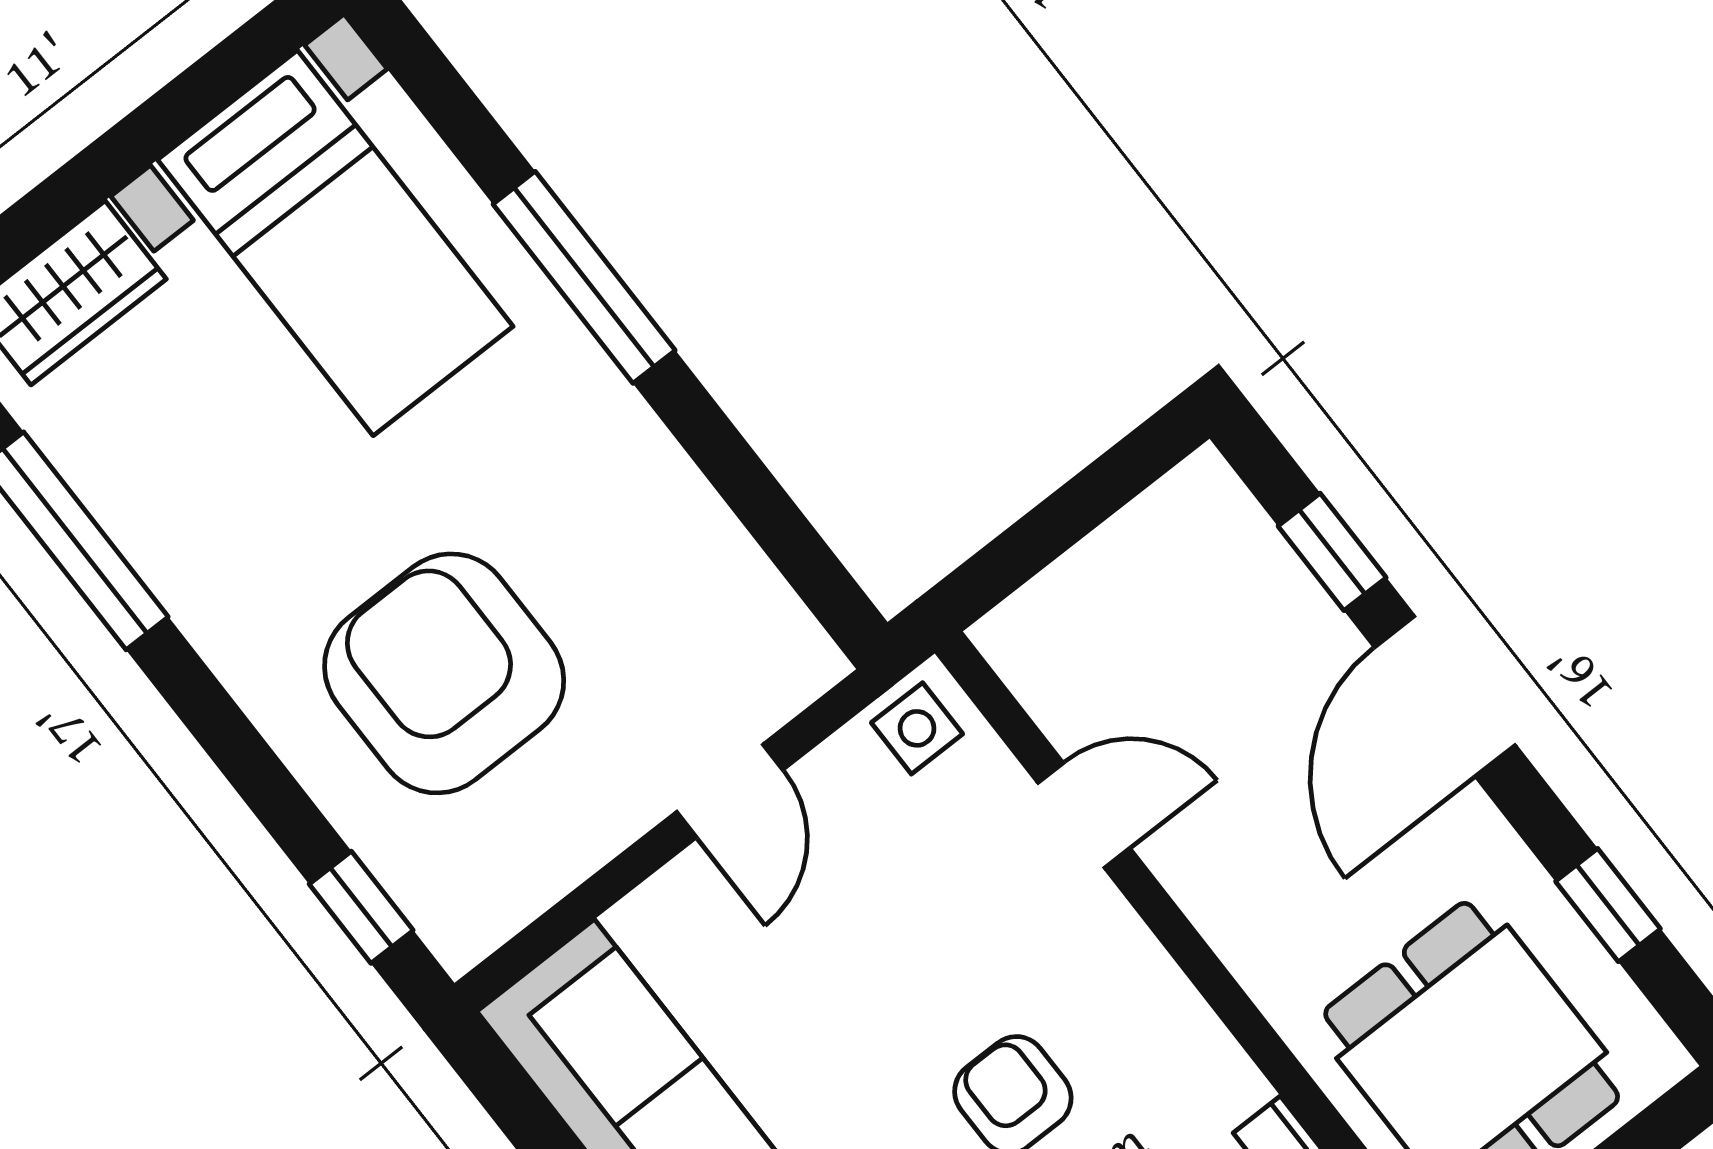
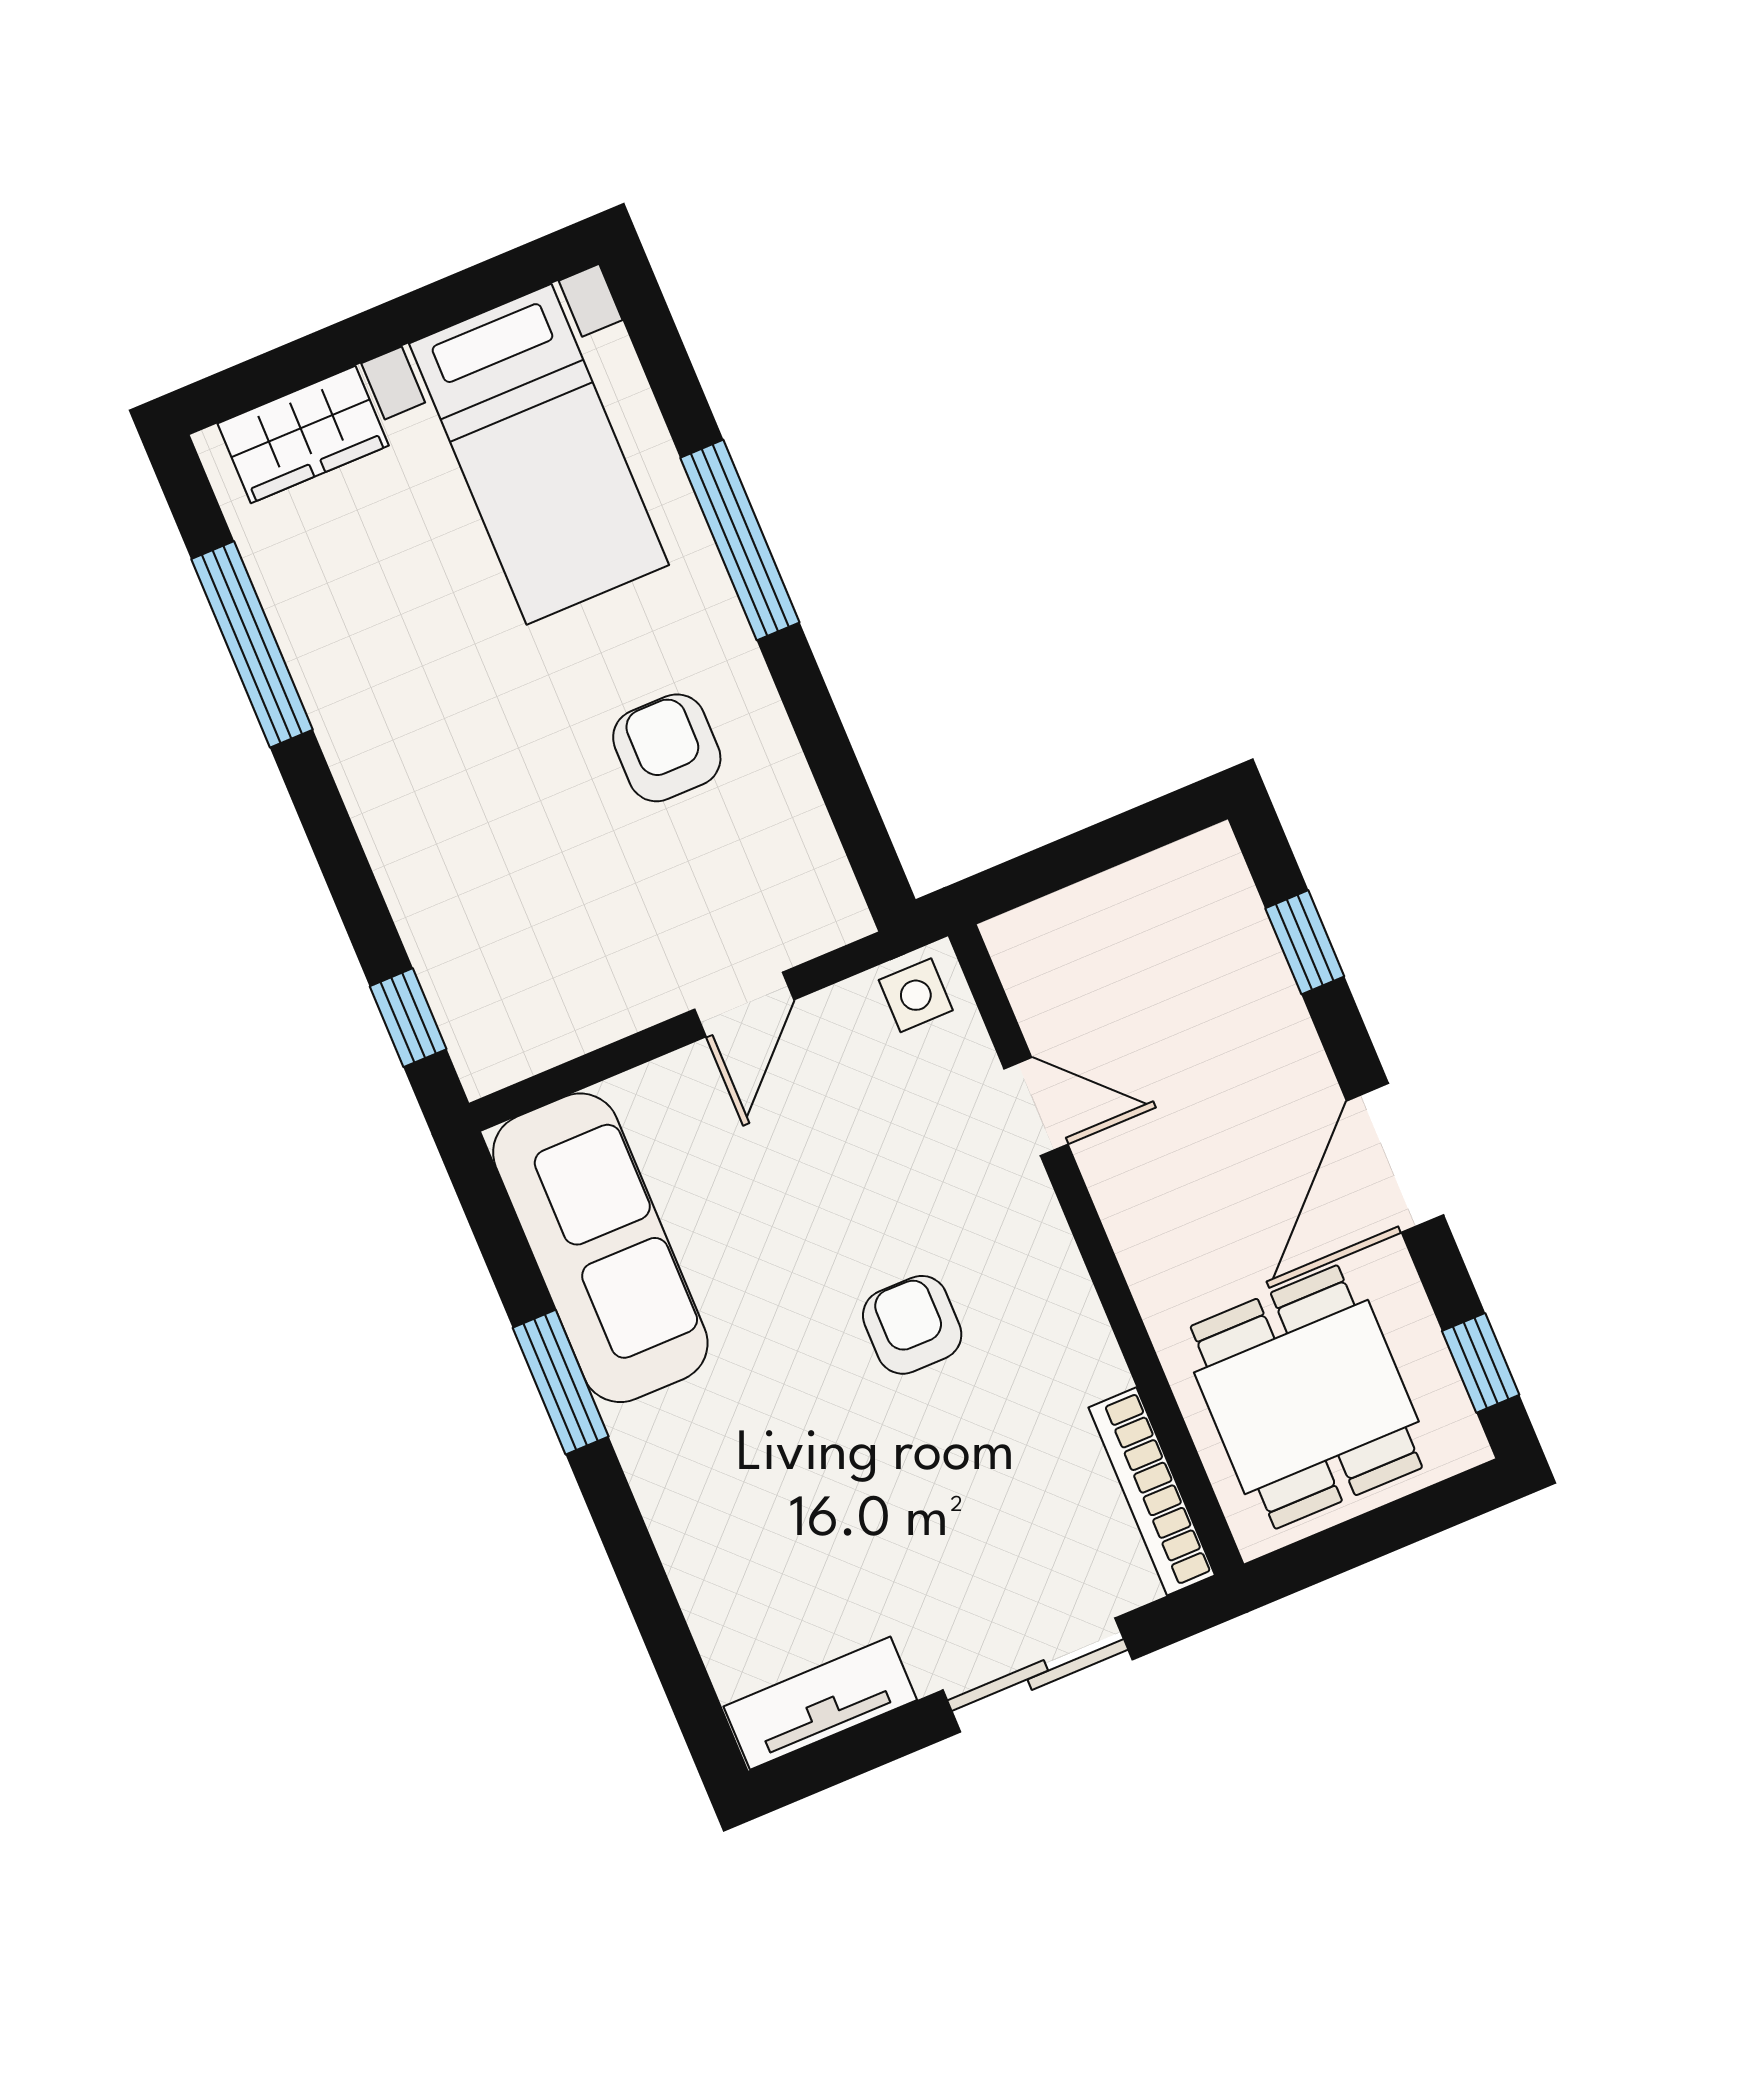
armchair: (444, 673) -> (667, 748), moved, width x0.53, depth x0.53
door: (1445, 696) -> (1395, 1158), moved
window: (1608, 905) -> (1481, 1363), moved

